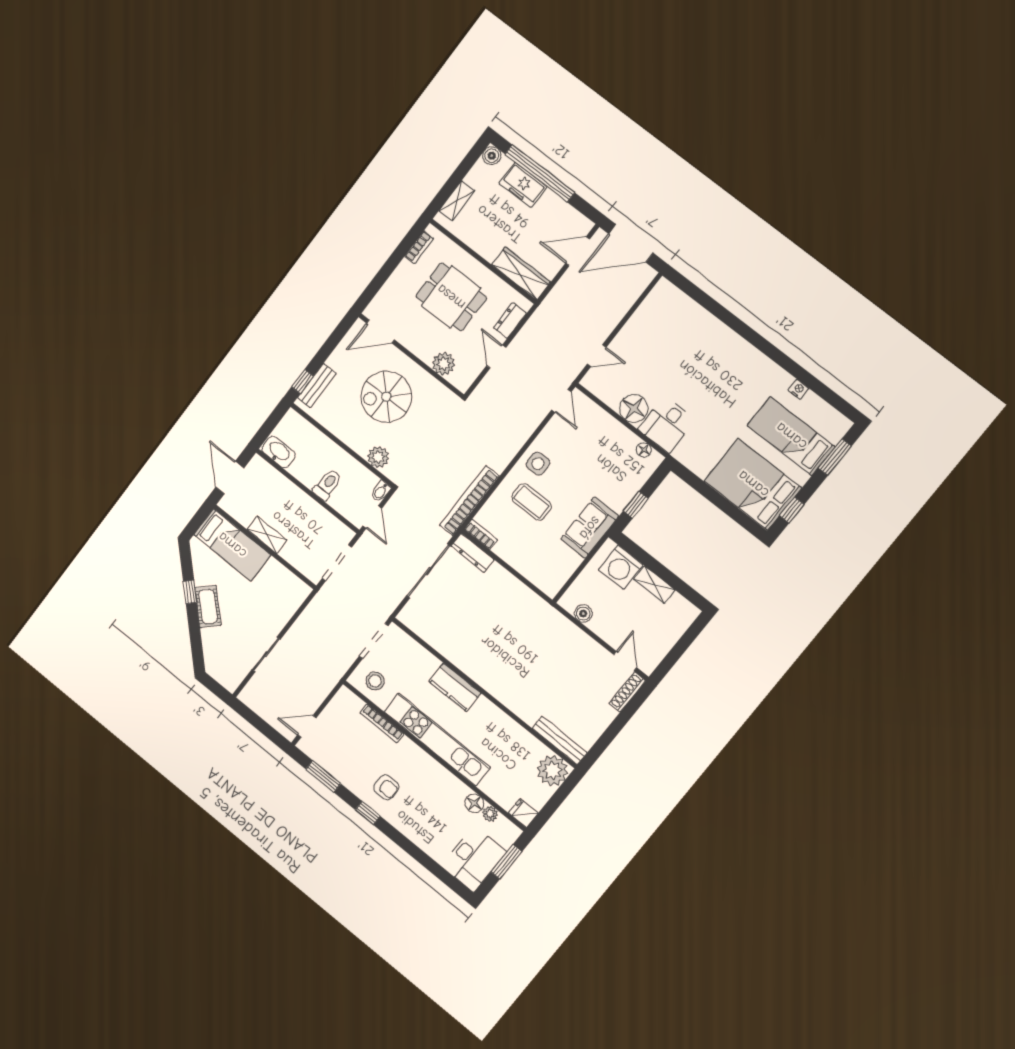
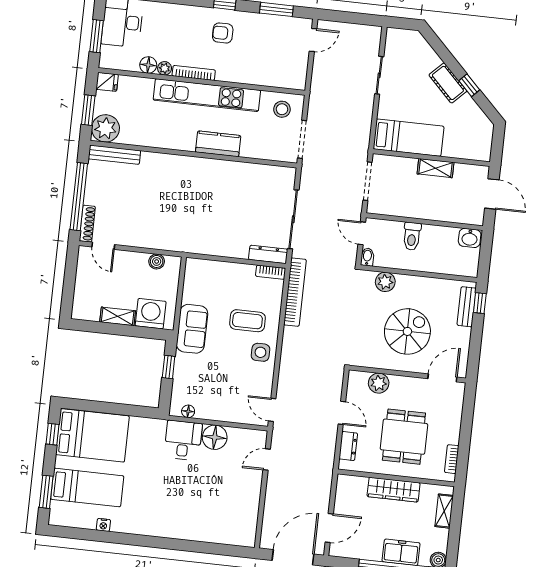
wardrobe: (521, 273) -> (394, 490), moved
dining table: (451, 297) -> (404, 437), turned 90
washbasin: (279, 452) -> (470, 238), width x0.72
bed: (232, 545) -> (409, 138), moved, turned 180
bookcase: (382, 723) -> (194, 73), moved
window: (619, 723) -> (79, 197), added
window: (558, 798) -> (88, 110), added
plant: (490, 814) -> (165, 68), moved

